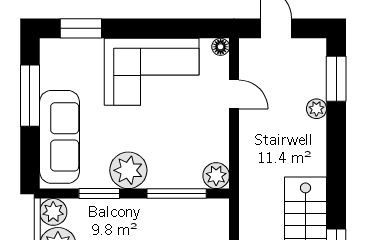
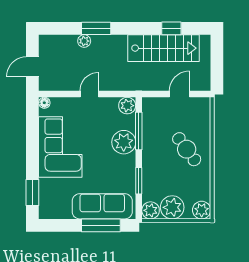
window: (336, 79) -> (96, 28), moved
door: (234, 94) -> (89, 94), moved
window: (30, 96) -> (101, 225), moved
plant: (128, 170) -> (124, 142), moved

